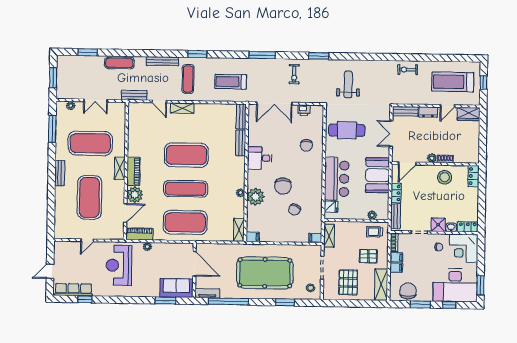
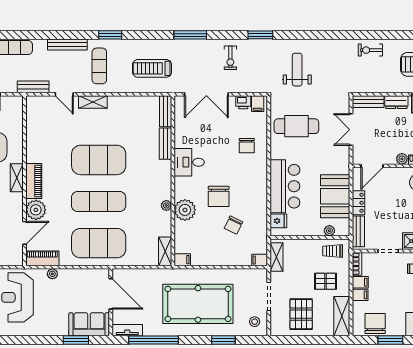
filing cabinet: (316, 112) -> (258, 104), added
booth: (377, 175) -> (335, 196), moved

